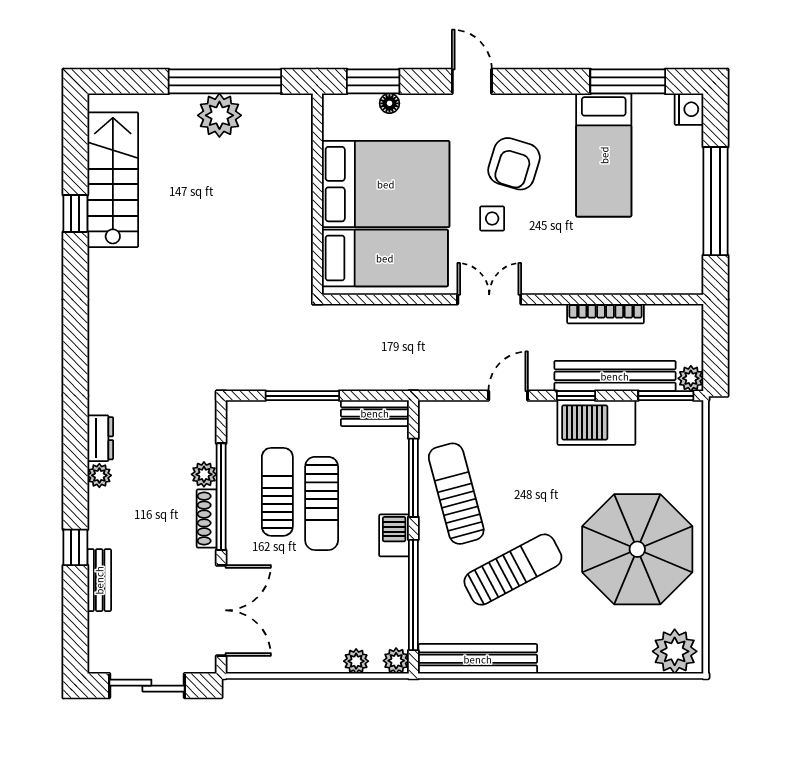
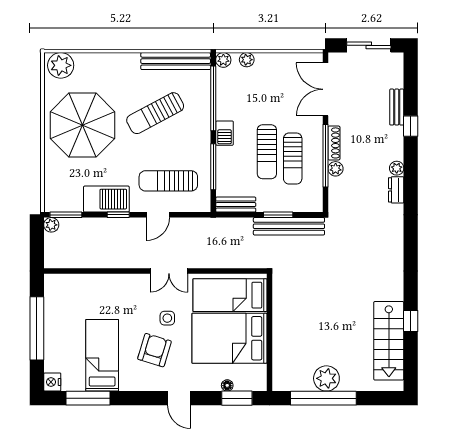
bookcase: (605, 314) -> (101, 263), removed
bench: (615, 376) -> (289, 226), moved
window: (302, 396) -> (278, 215), width x0.69
sun lounger: (456, 494) -> (168, 181), moved, turned 105
sun lounger: (322, 503) -> (267, 152), turned 180

